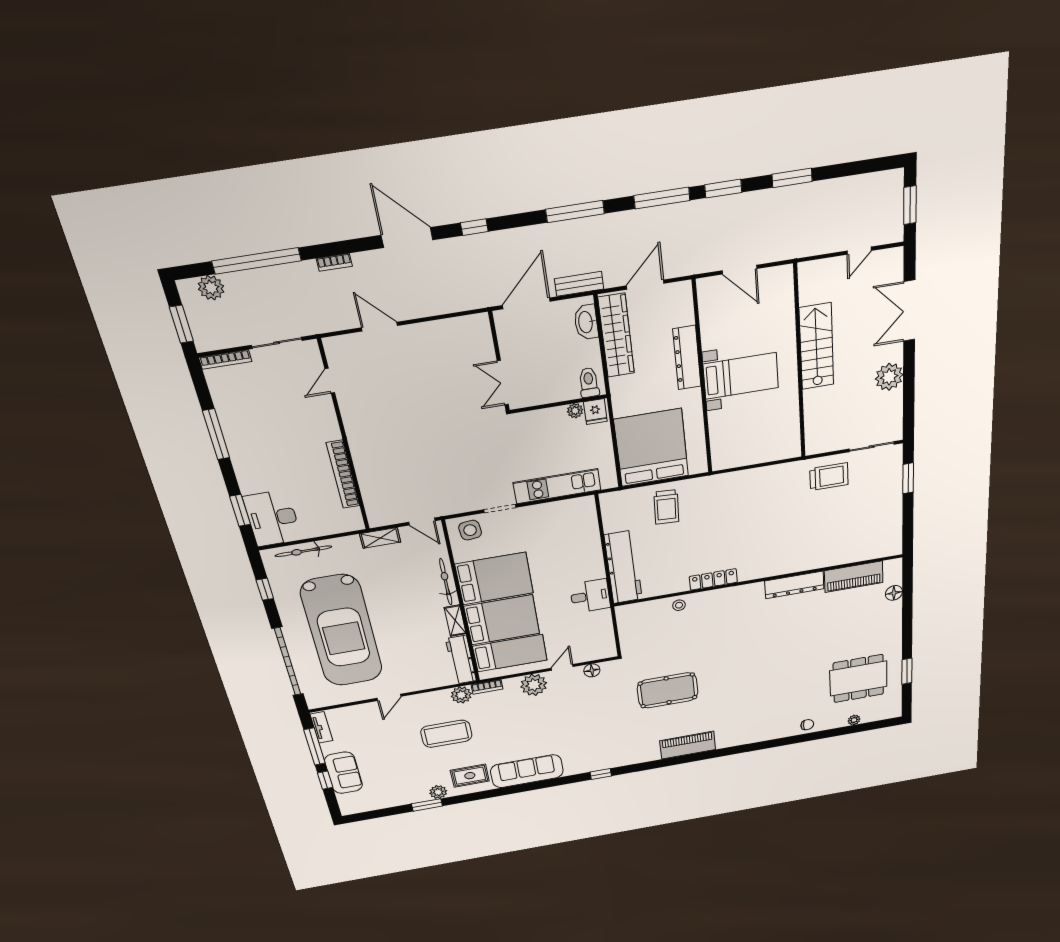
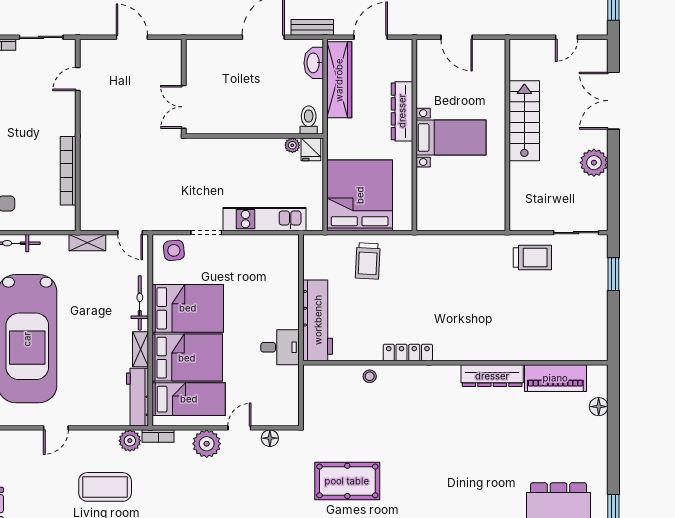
wall: (499, 362) -> (184, 87), moved
double door: (503, 383) -> (184, 107), moved

